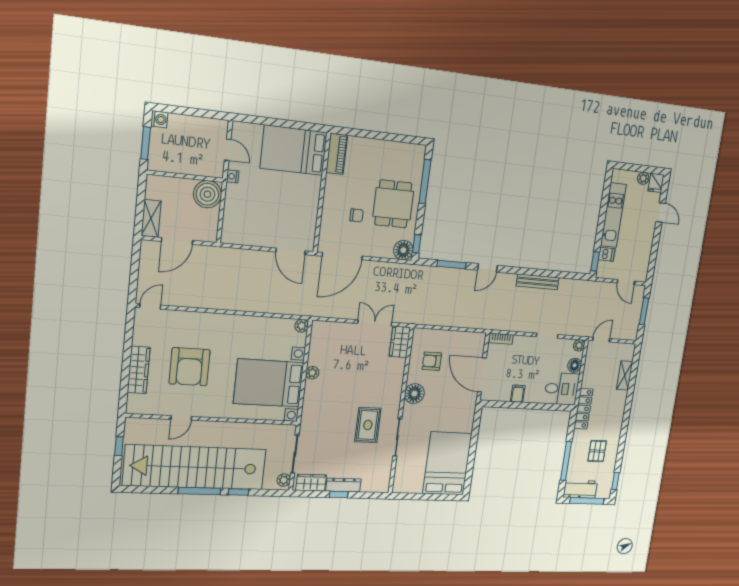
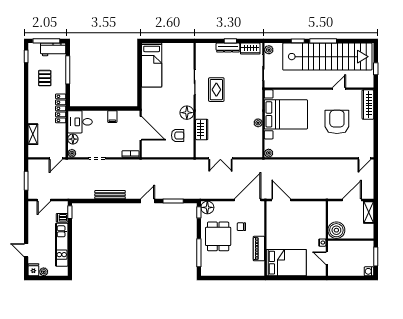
piano: (337, 154) -> (259, 249), moved
door: (626, 282) -> (44, 200), swing flipped
wardrobe: (400, 342) -> (202, 129), moved
wardrobe: (139, 370) -> (368, 105), moved
bed: (447, 464) -> (152, 65), width x0.67

